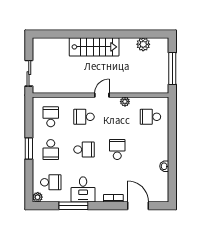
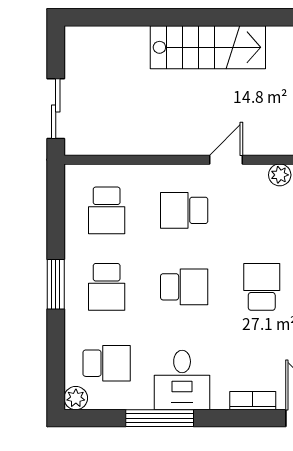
school desk: (51, 117) -> (107, 210), turned 180

